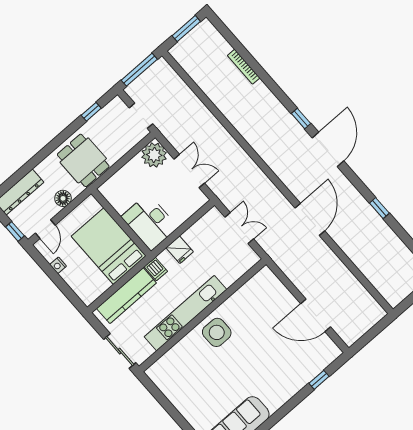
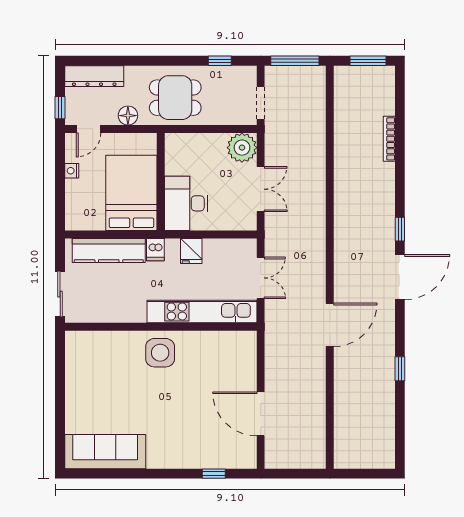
dining table: (83, 160) -> (175, 98), turned 90
kitchen unit: (186, 313) -> (202, 312), moved

